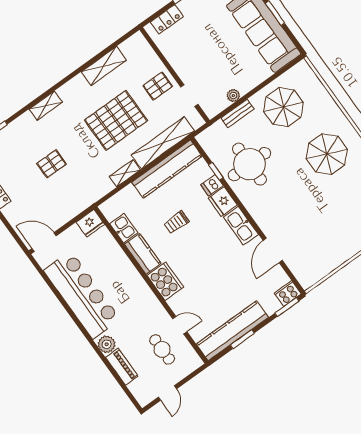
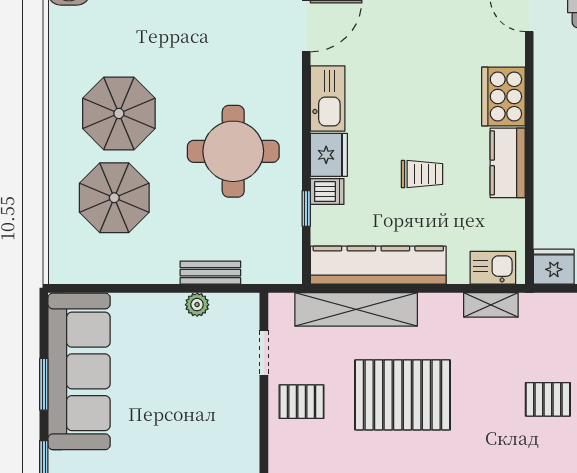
parasol: (283, 107) -> (114, 198), moved
round table: (249, 164) -> (233, 151), moved
shelving: (125, 173) -> (491, 305), moved
kitchen sink: (124, 228) -> (493, 268), moved, turned 90

